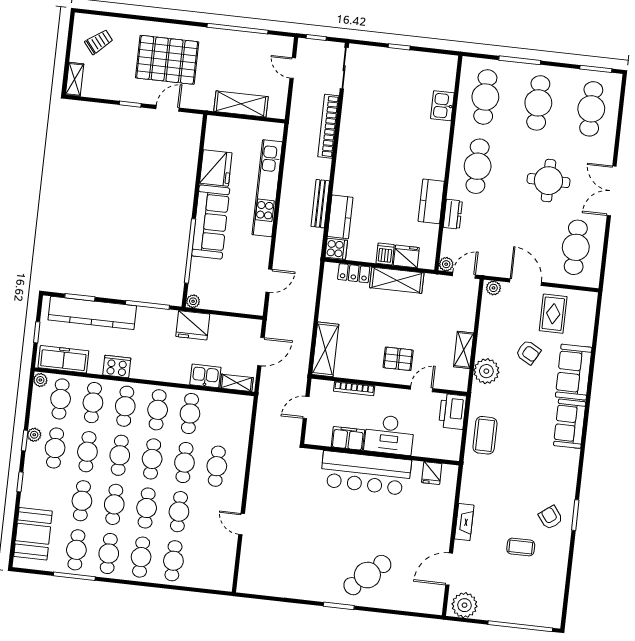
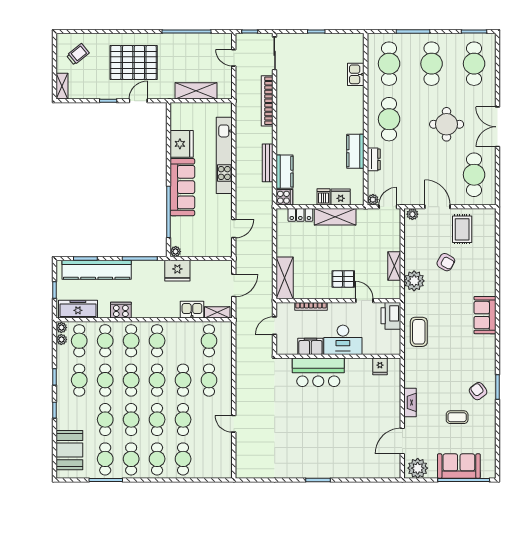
sofa: (574, 372) -> (459, 466), moved, turned 90
door: (422, 389) -> (364, 301), hinge flipped
cafe table: (190, 413) -> (209, 341), moved
plant: (34, 435) -> (61, 339), moved
bar counter: (366, 473) -> (318, 372), width x0.73
cafe table: (367, 575) -> (338, 453), removed

